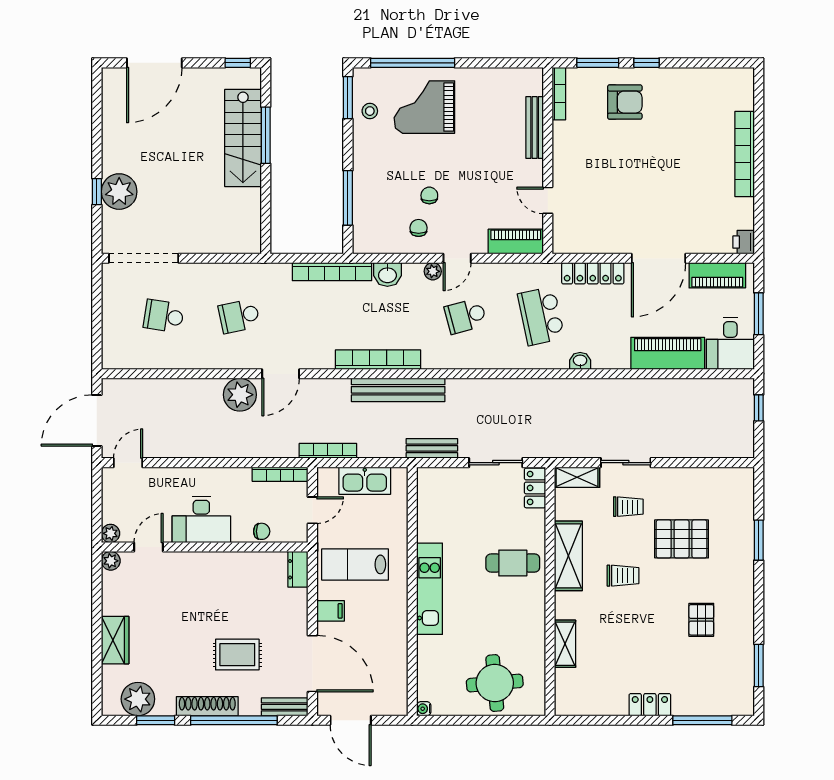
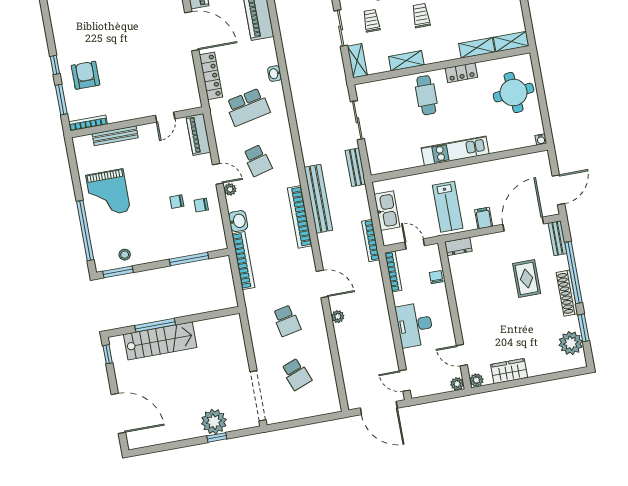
grand piano: (424, 107) -> (108, 193), moved
school desk: (164, 316) -> (296, 374), turned -30
plant: (240, 395) -> (338, 317), width x0.53, depth x0.53
locker: (535, 488) -> (461, 73), moved
desk: (201, 520) -> (415, 325), moved, turned 180
shelving: (568, 556) -> (406, 61), width x0.67, depth x0.75
wardrobe: (115, 640) -> (509, 371), moved
shelving: (565, 692) -> (511, 42), added

